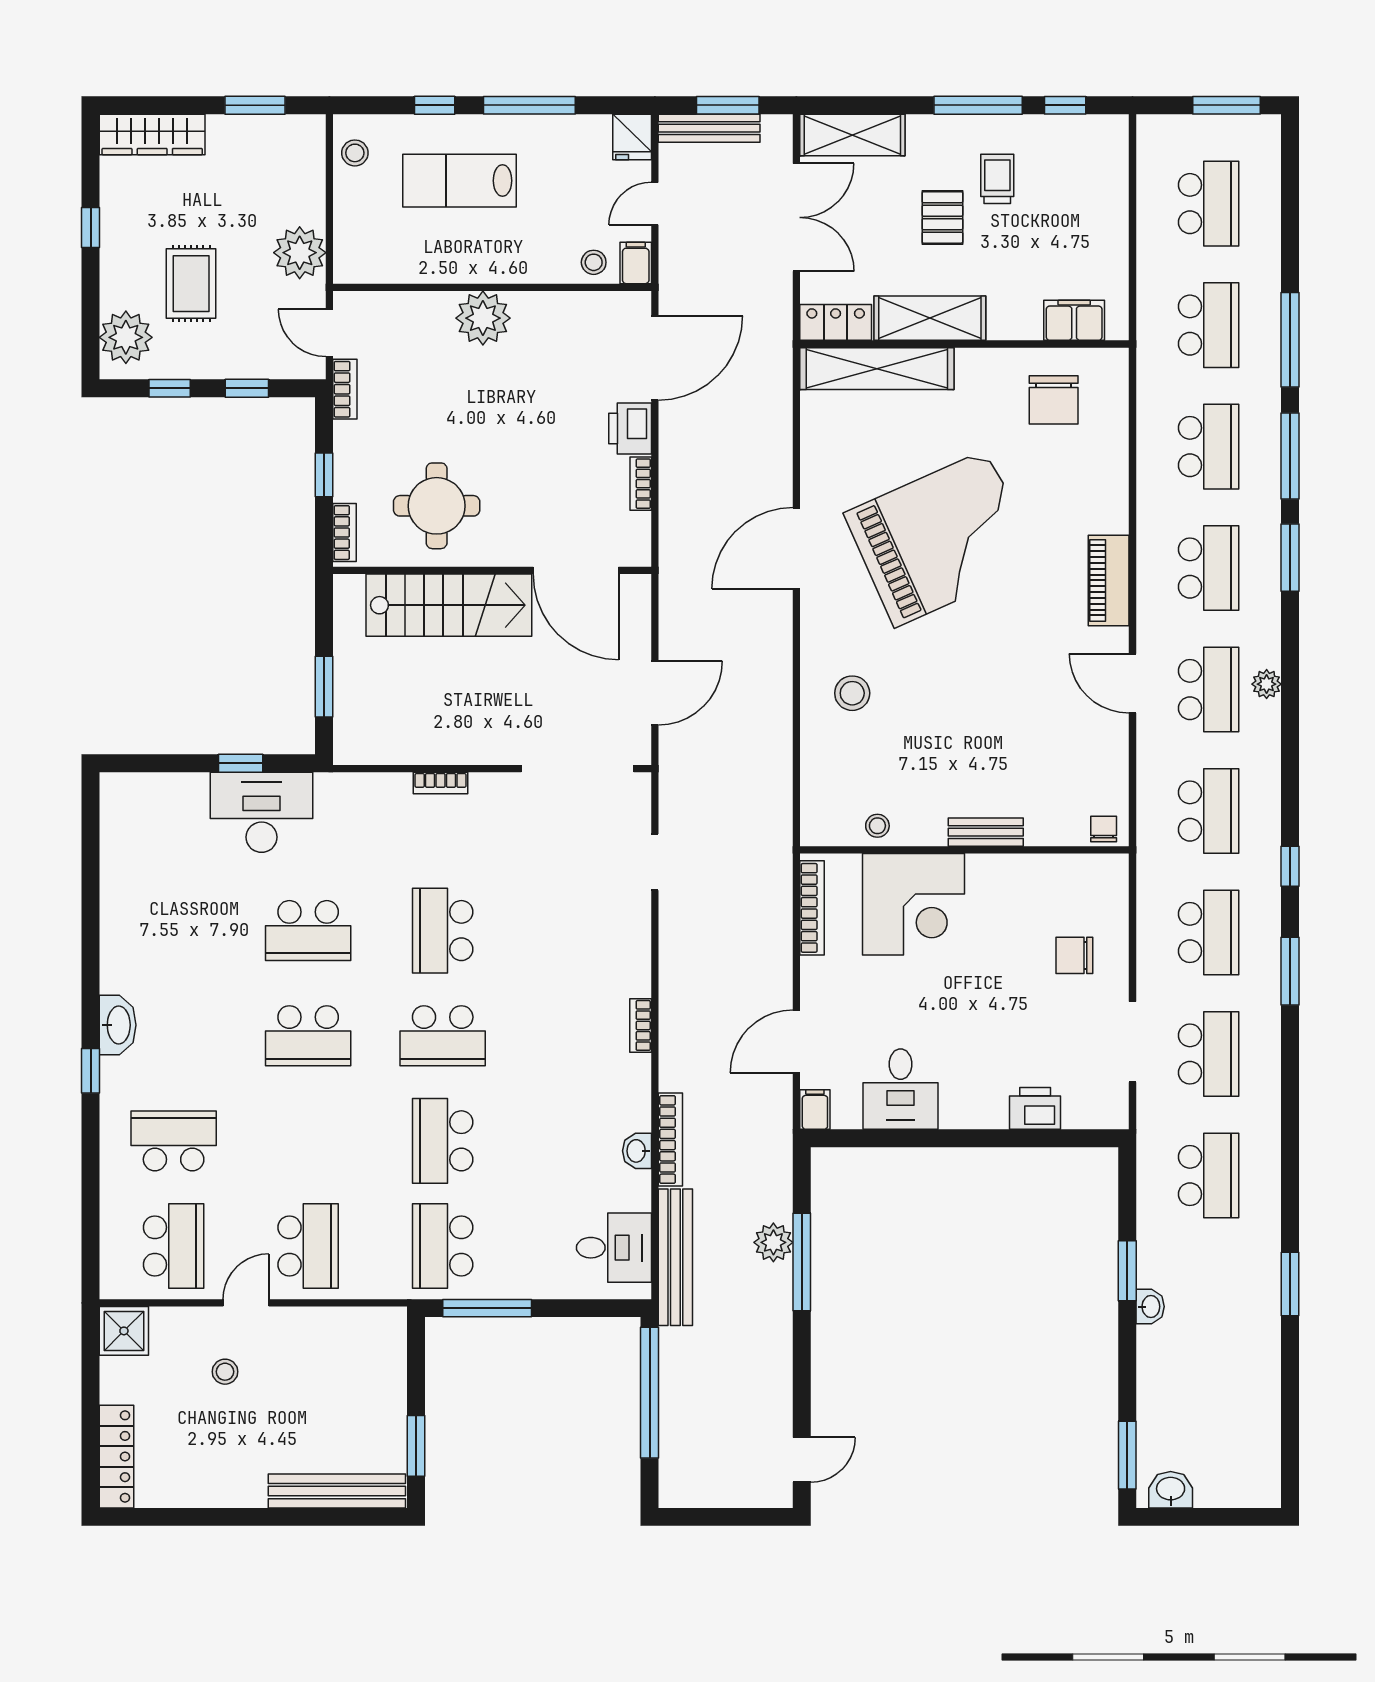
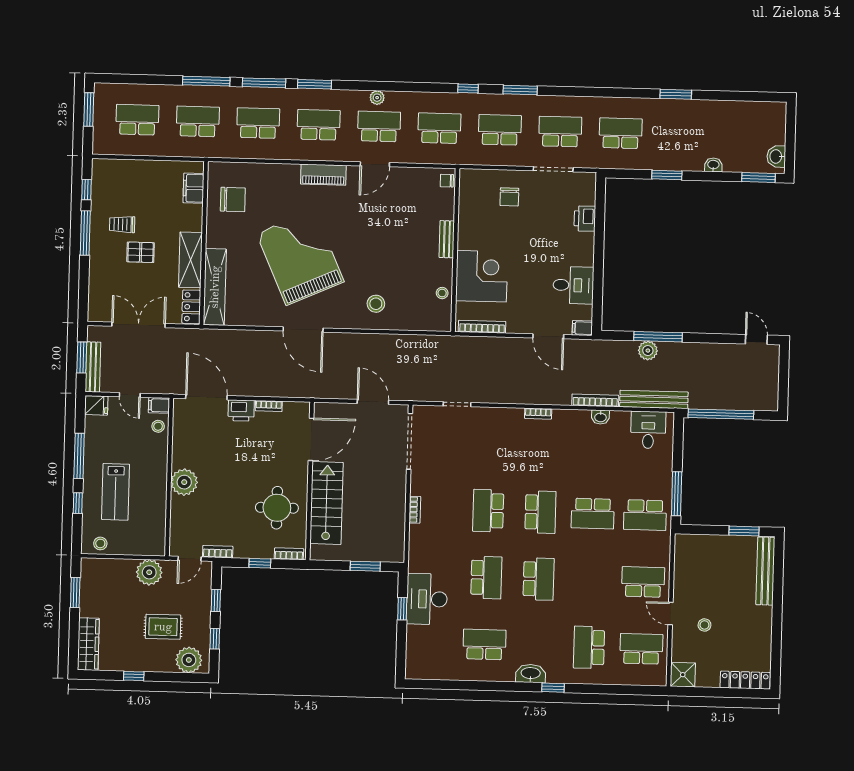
shelving: (852, 135) -> (98, 296), removed
school desk: (174, 931) -> (484, 644), added
school desk: (443, 931) -> (488, 511), turned 90
washbasin: (1150, 1307) -> (713, 165), moved

